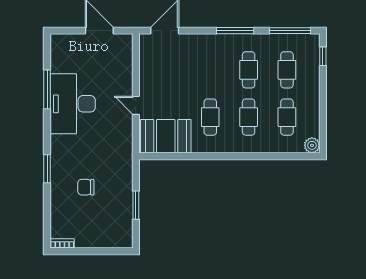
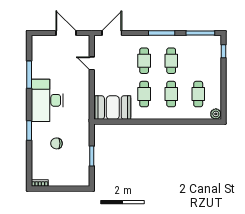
cafe table: (287, 70) -> (144, 61), moved
desk: (73, 104) -> (47, 100), moved
door: (136, 105) -> (92, 63), moved

